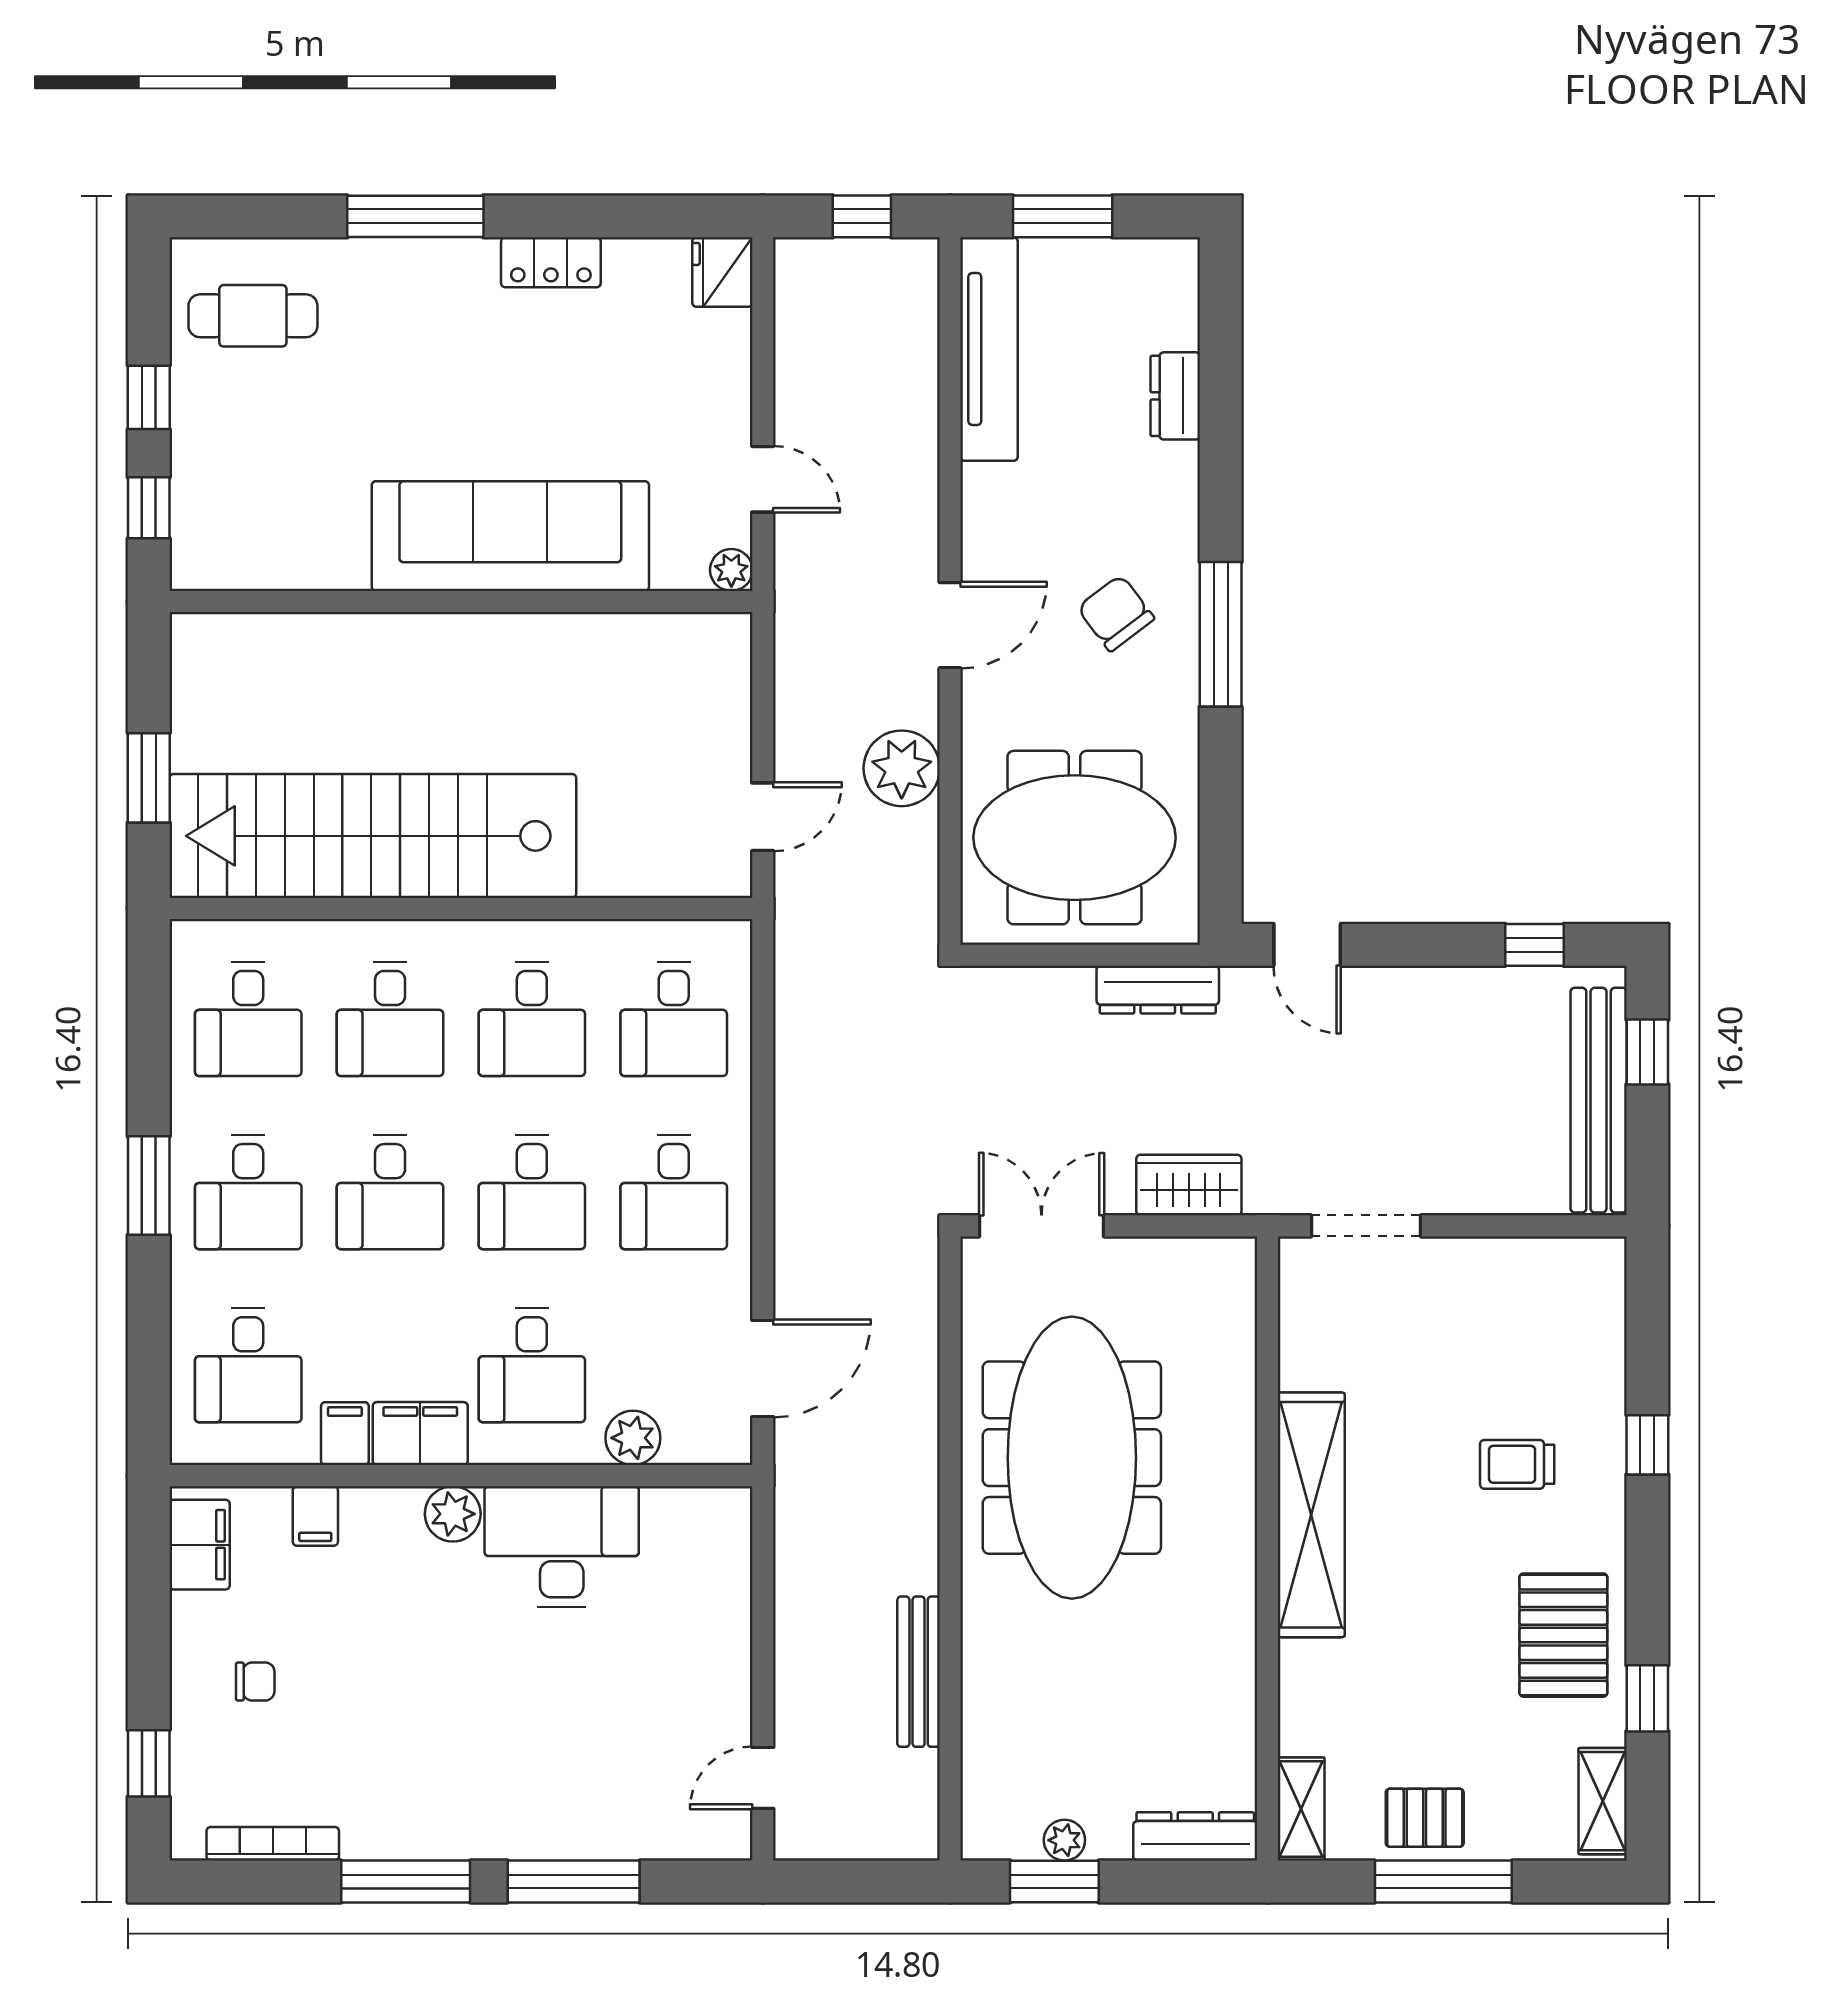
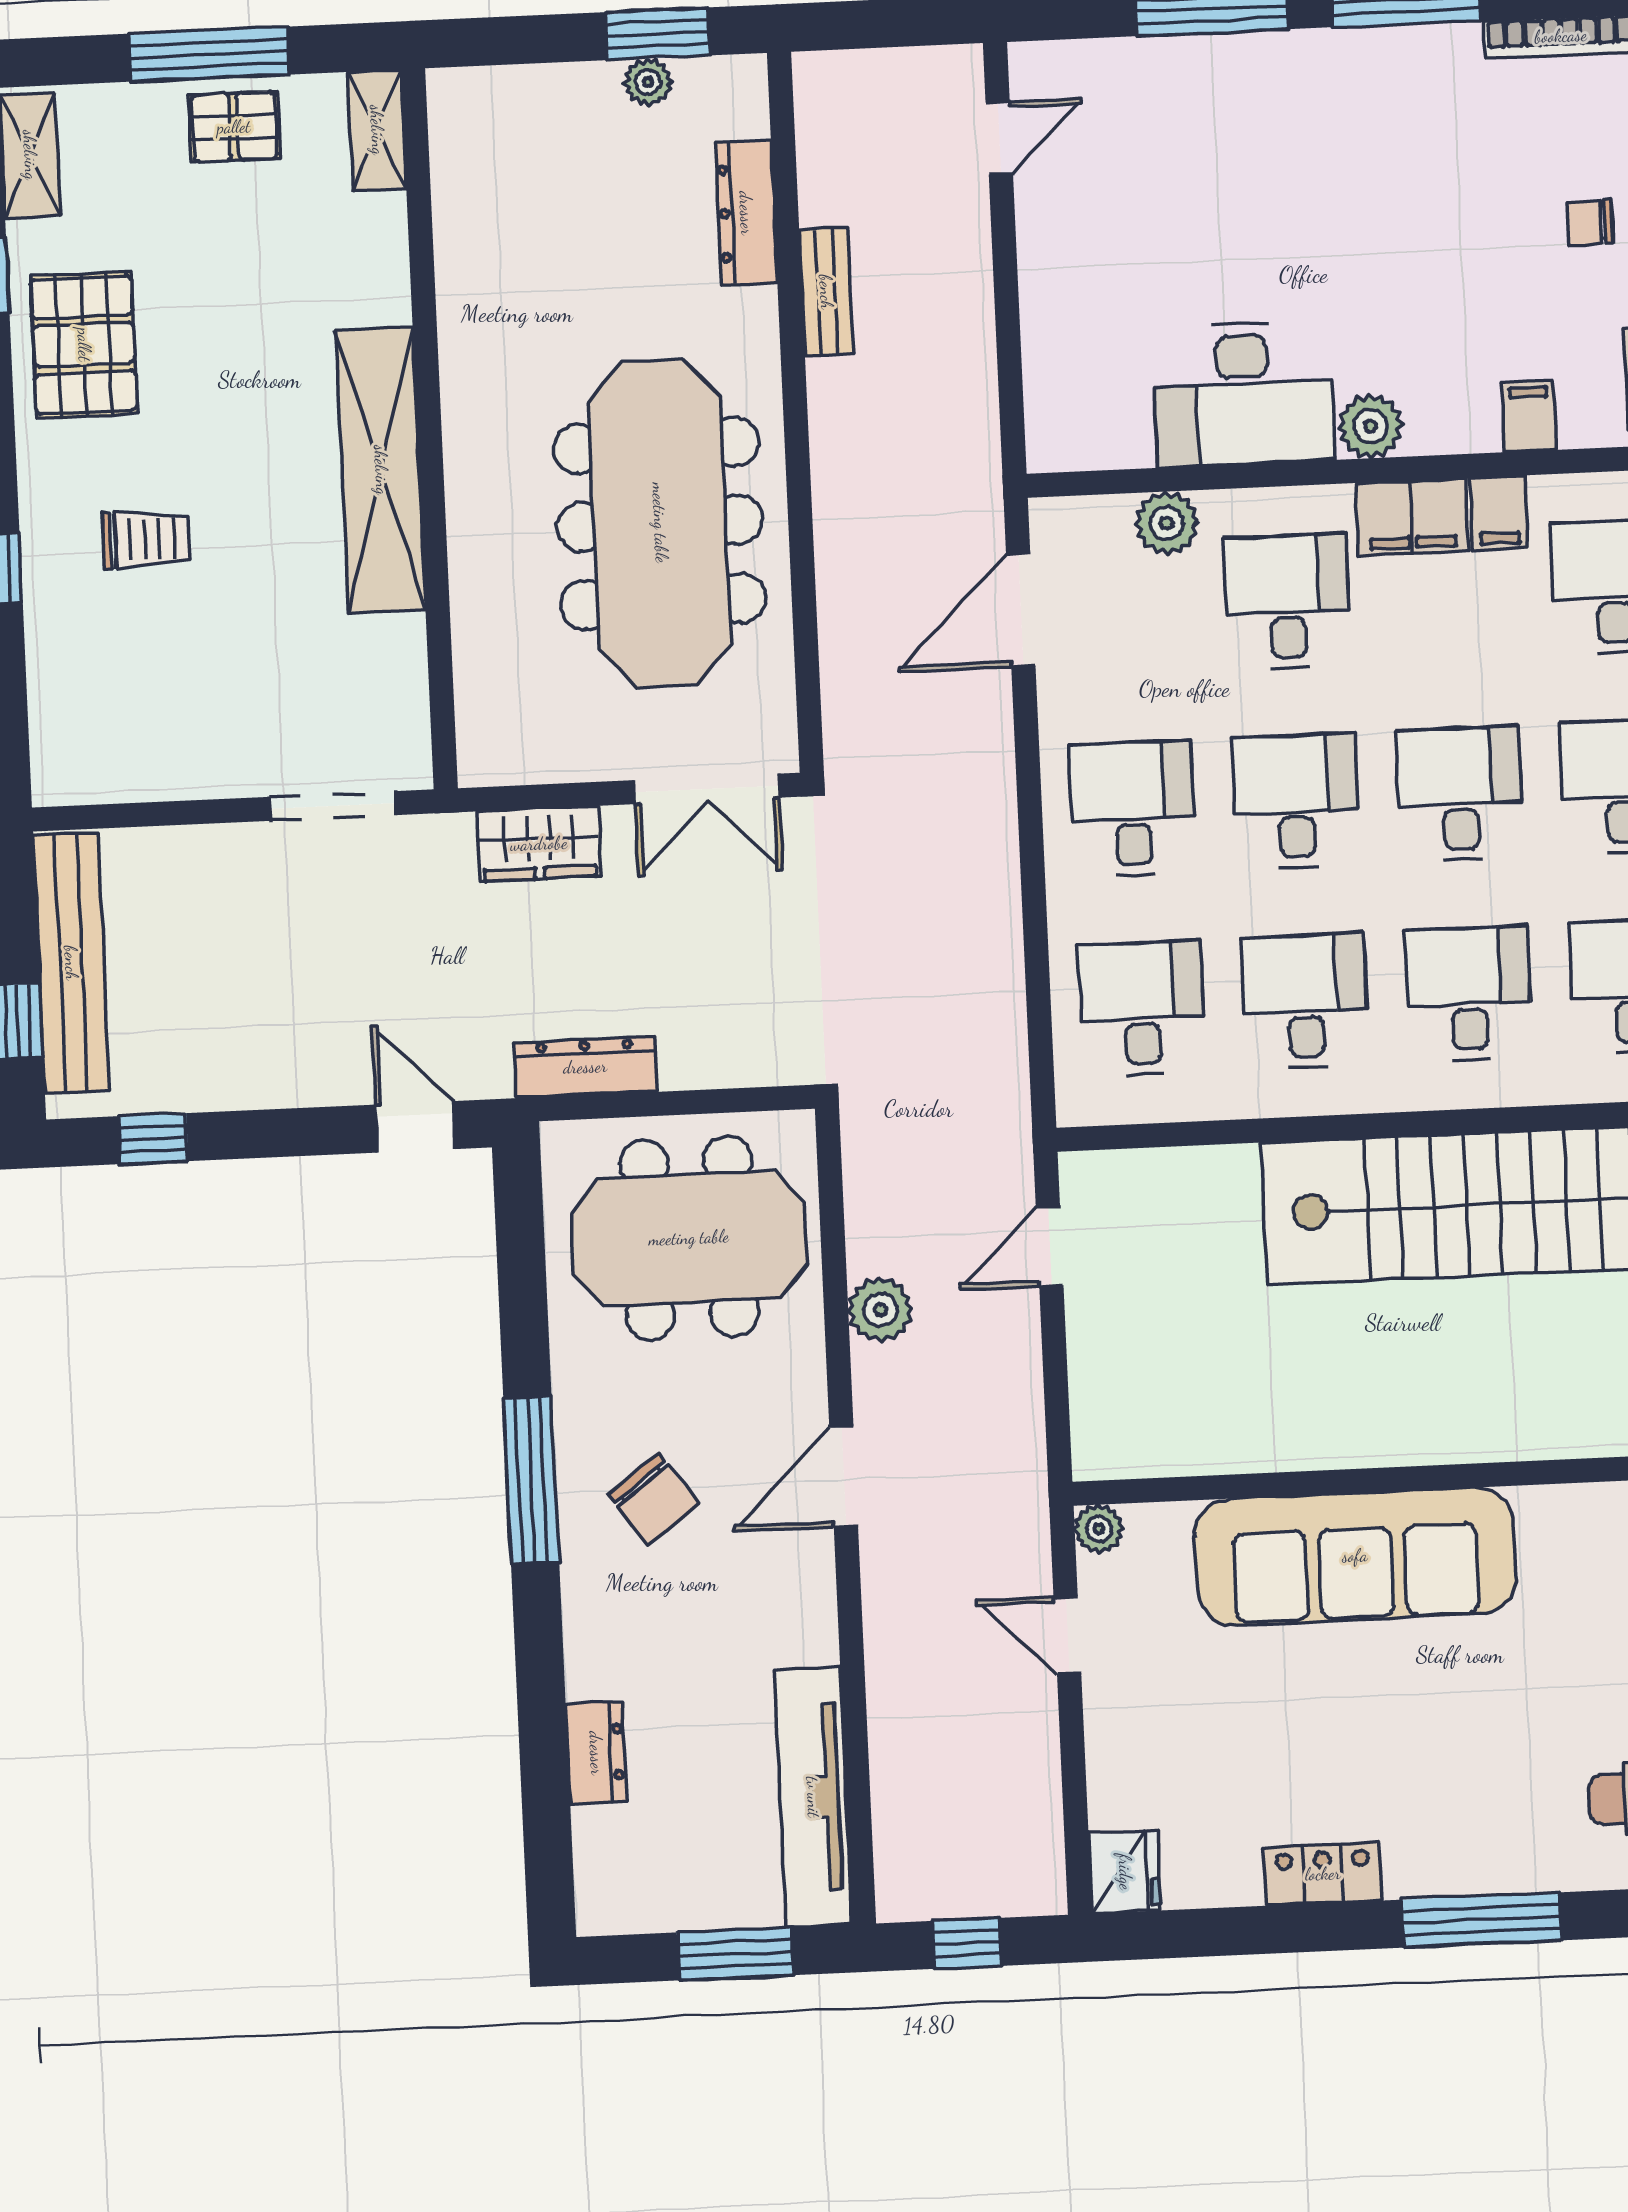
plant: (902, 768) -> (880, 1310), width x0.73, depth x0.73
bench: (919, 1672) -> (826, 292), width x0.73
dresser: (1195, 1836) -> (746, 213), moved, turned 90

